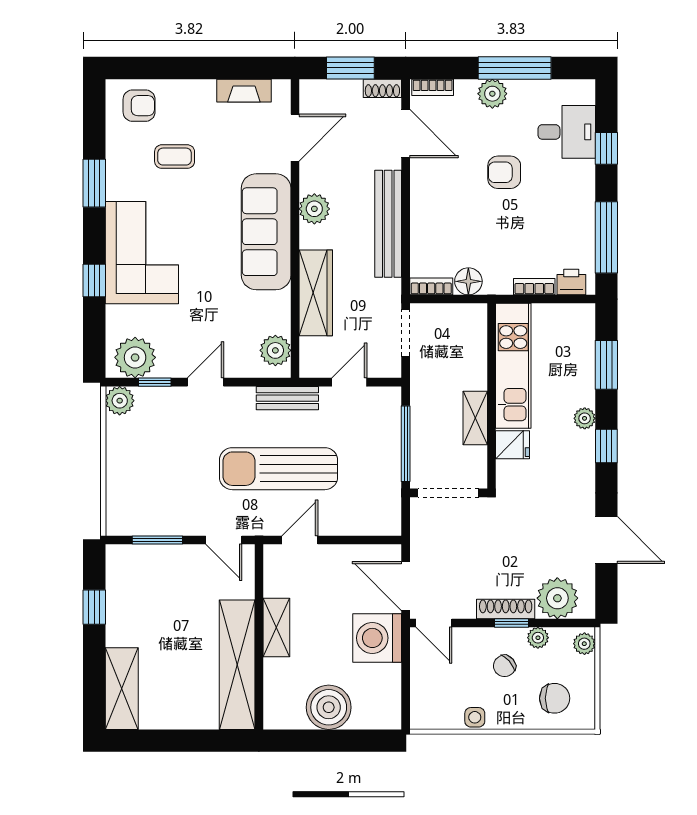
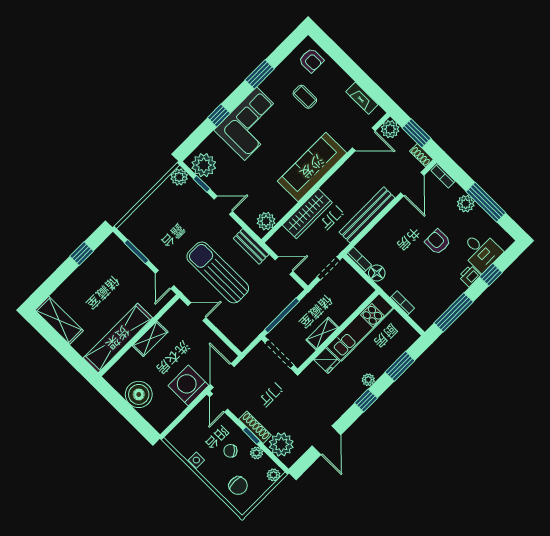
plant: (314, 209) -> (390, 129), moved
printer: (571, 282) -> (470, 276), moved, turned -90
shelving: (122, 689) -> (59, 320), moved, turned 90

